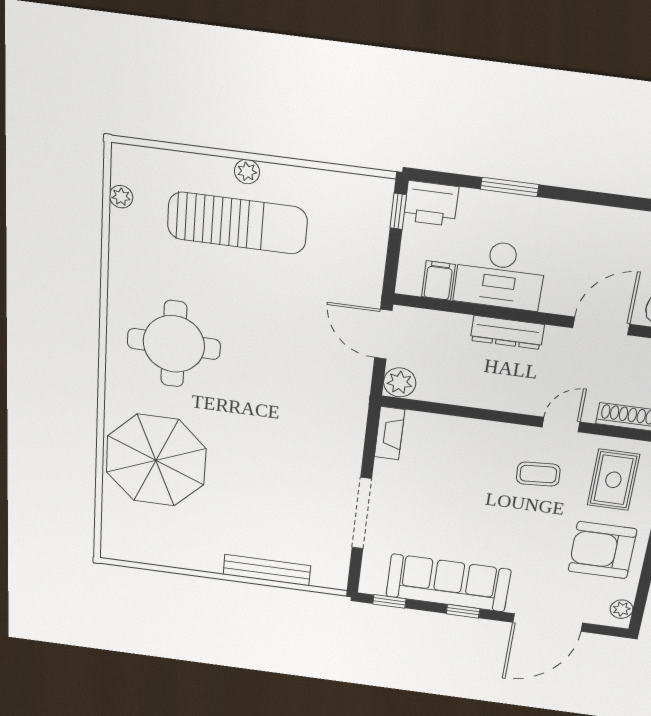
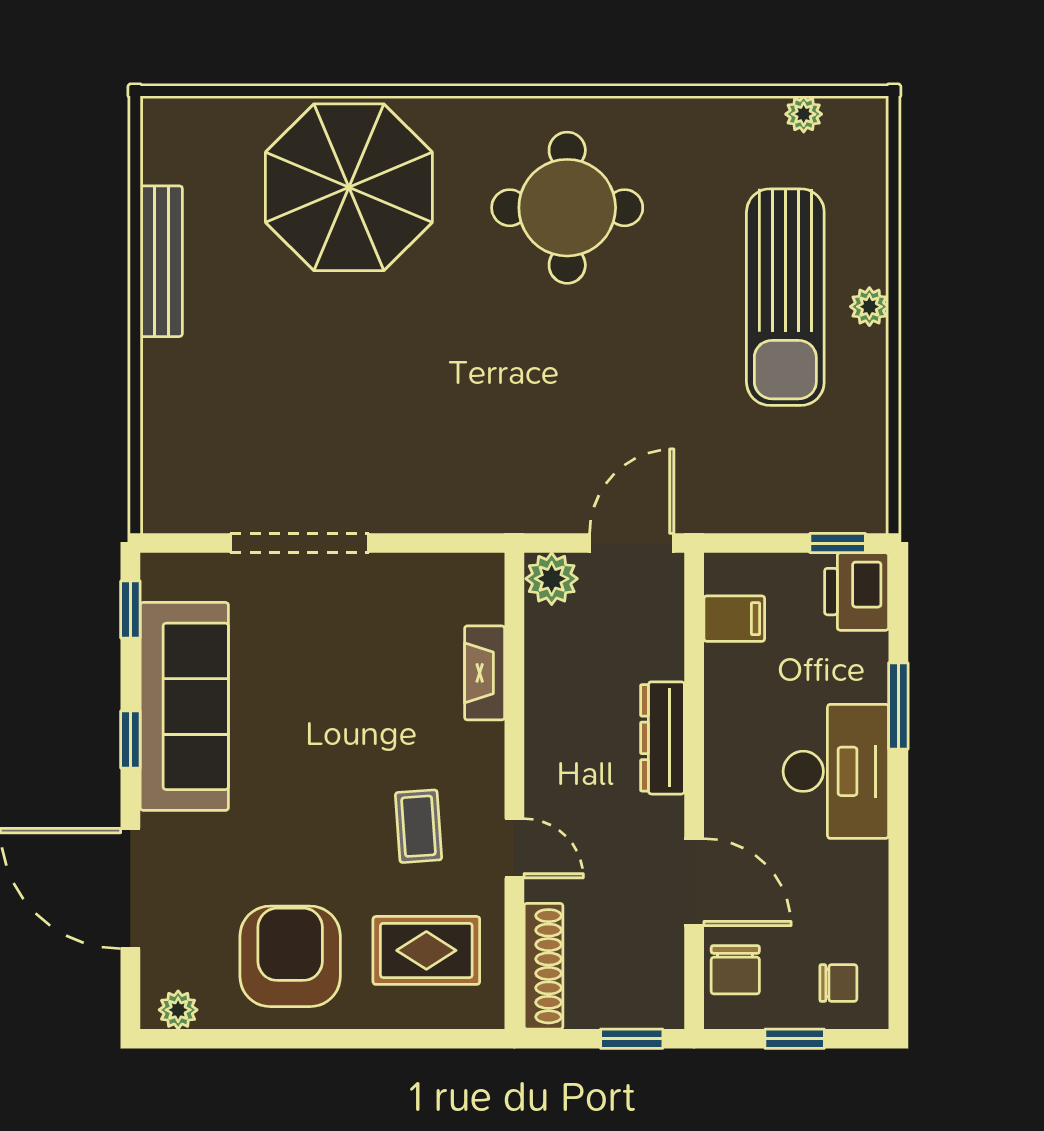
desk: (500, 275) -> (836, 771), moved, turned 180
fireplace: (390, 433) -> (485, 673), moved, turned 90
bench: (267, 570) -> (161, 261), moved

